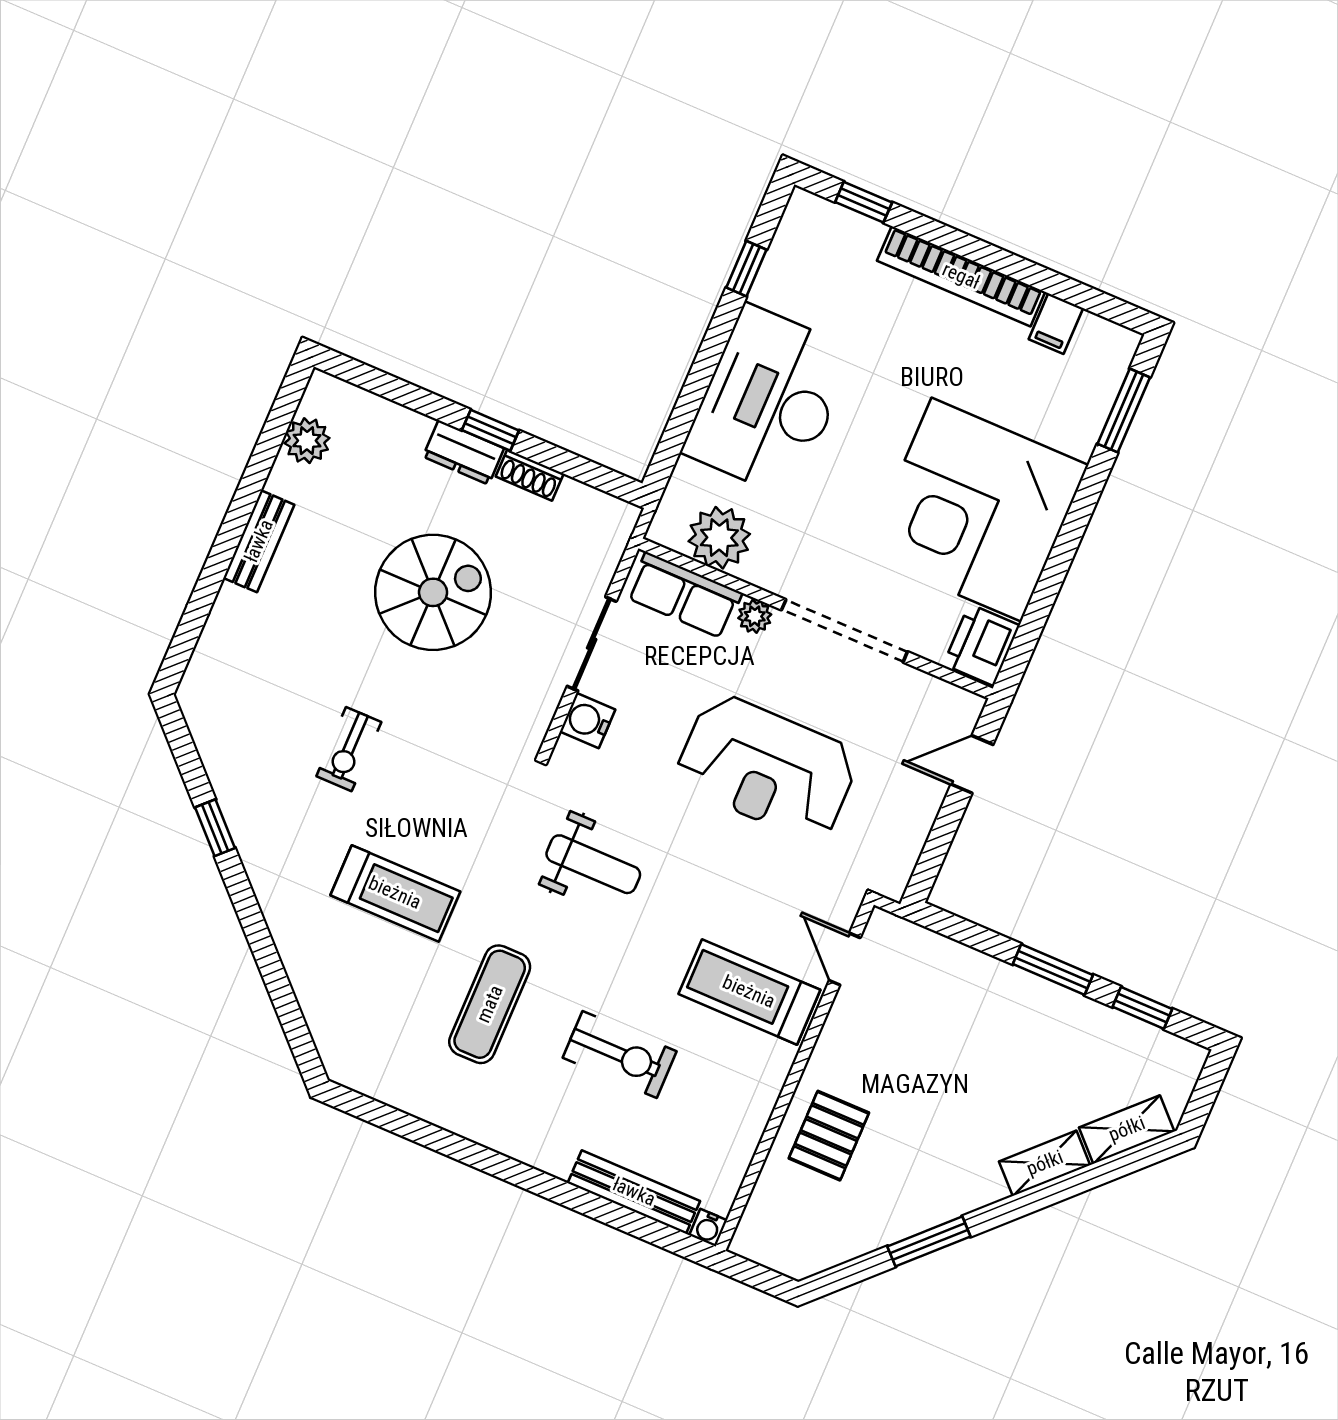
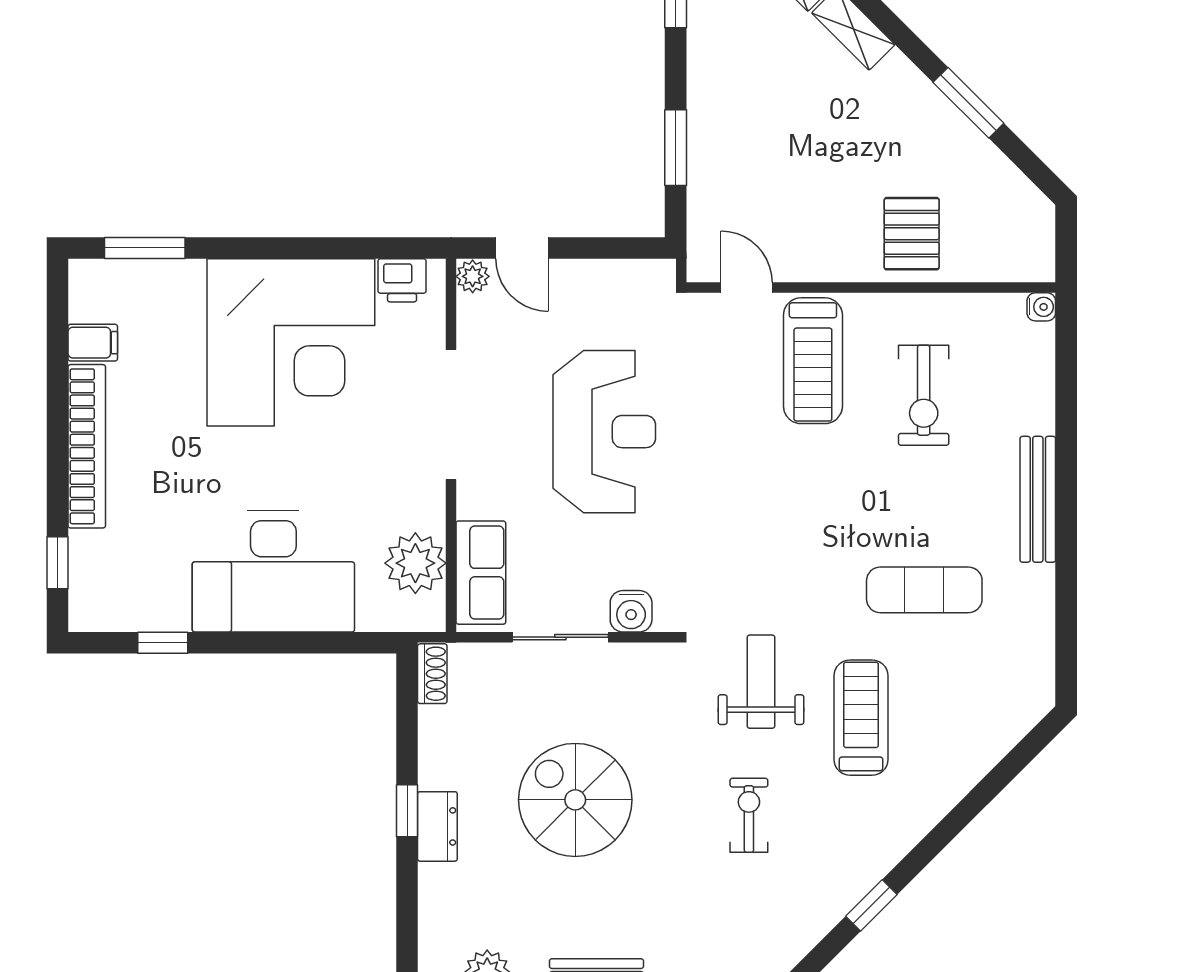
shoe rack: (530, 475) -> (432, 674), moved
plant: (755, 616) -> (473, 276), moved
printer: (982, 645) -> (402, 280), width x0.73, depth x0.81
exercise bike: (349, 749) -> (749, 815), turned -90
weight bench: (593, 864) -> (761, 682), moved
door: (845, 959) -> (747, 288), swing flipped
window: (1053, 970) -> (676, 148), moved
exercise bike: (620, 1054) -> (924, 395), moved, turned 180
pallet: (829, 1136) -> (912, 234), turned 90
bench: (634, 1192) -> (1038, 499), moved

